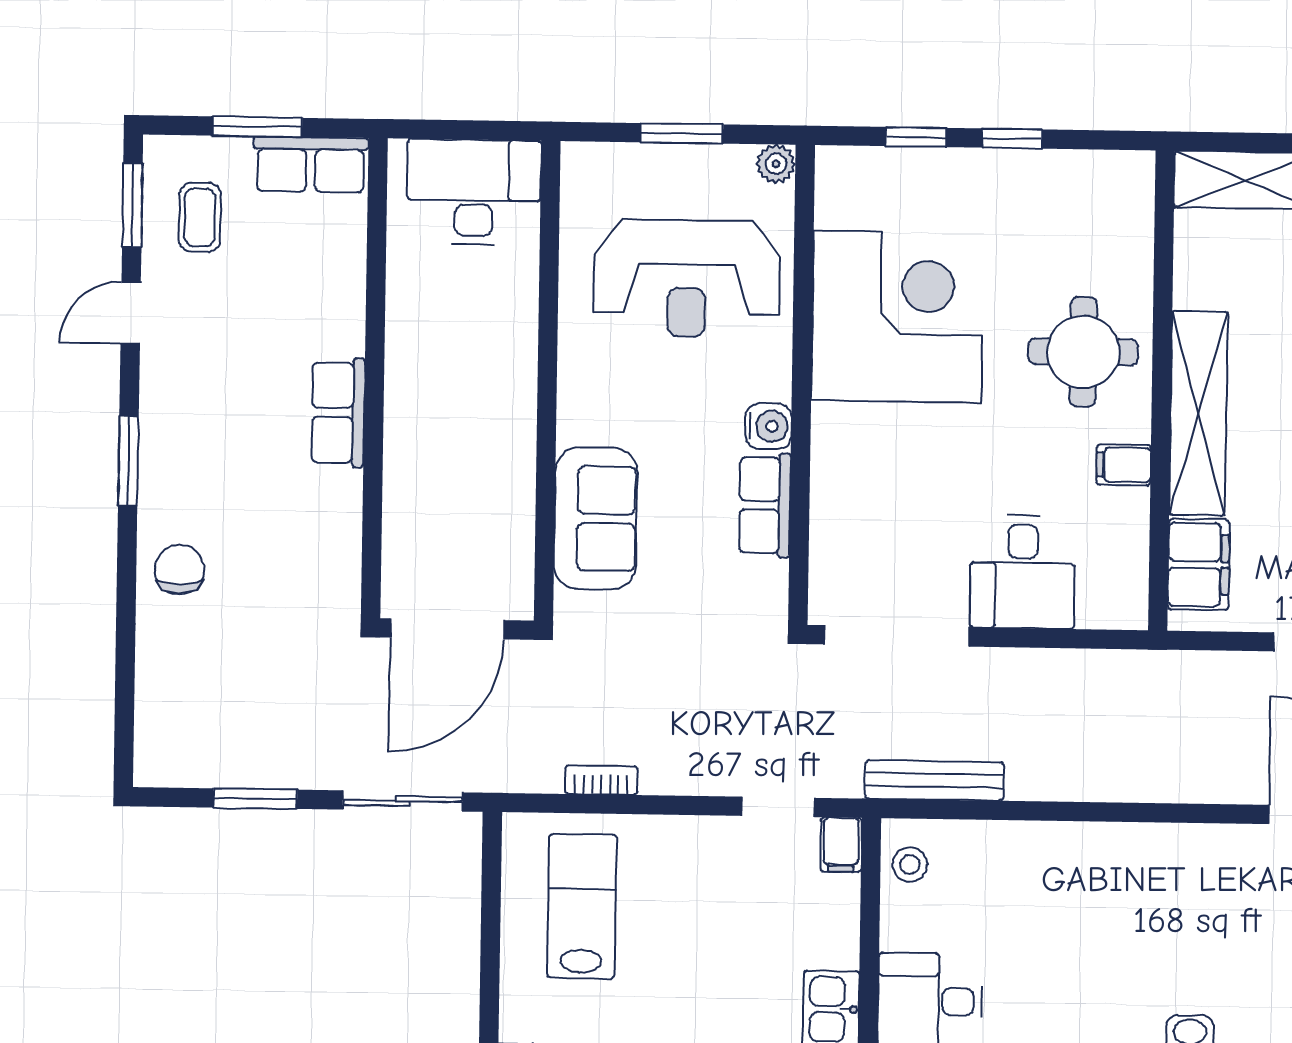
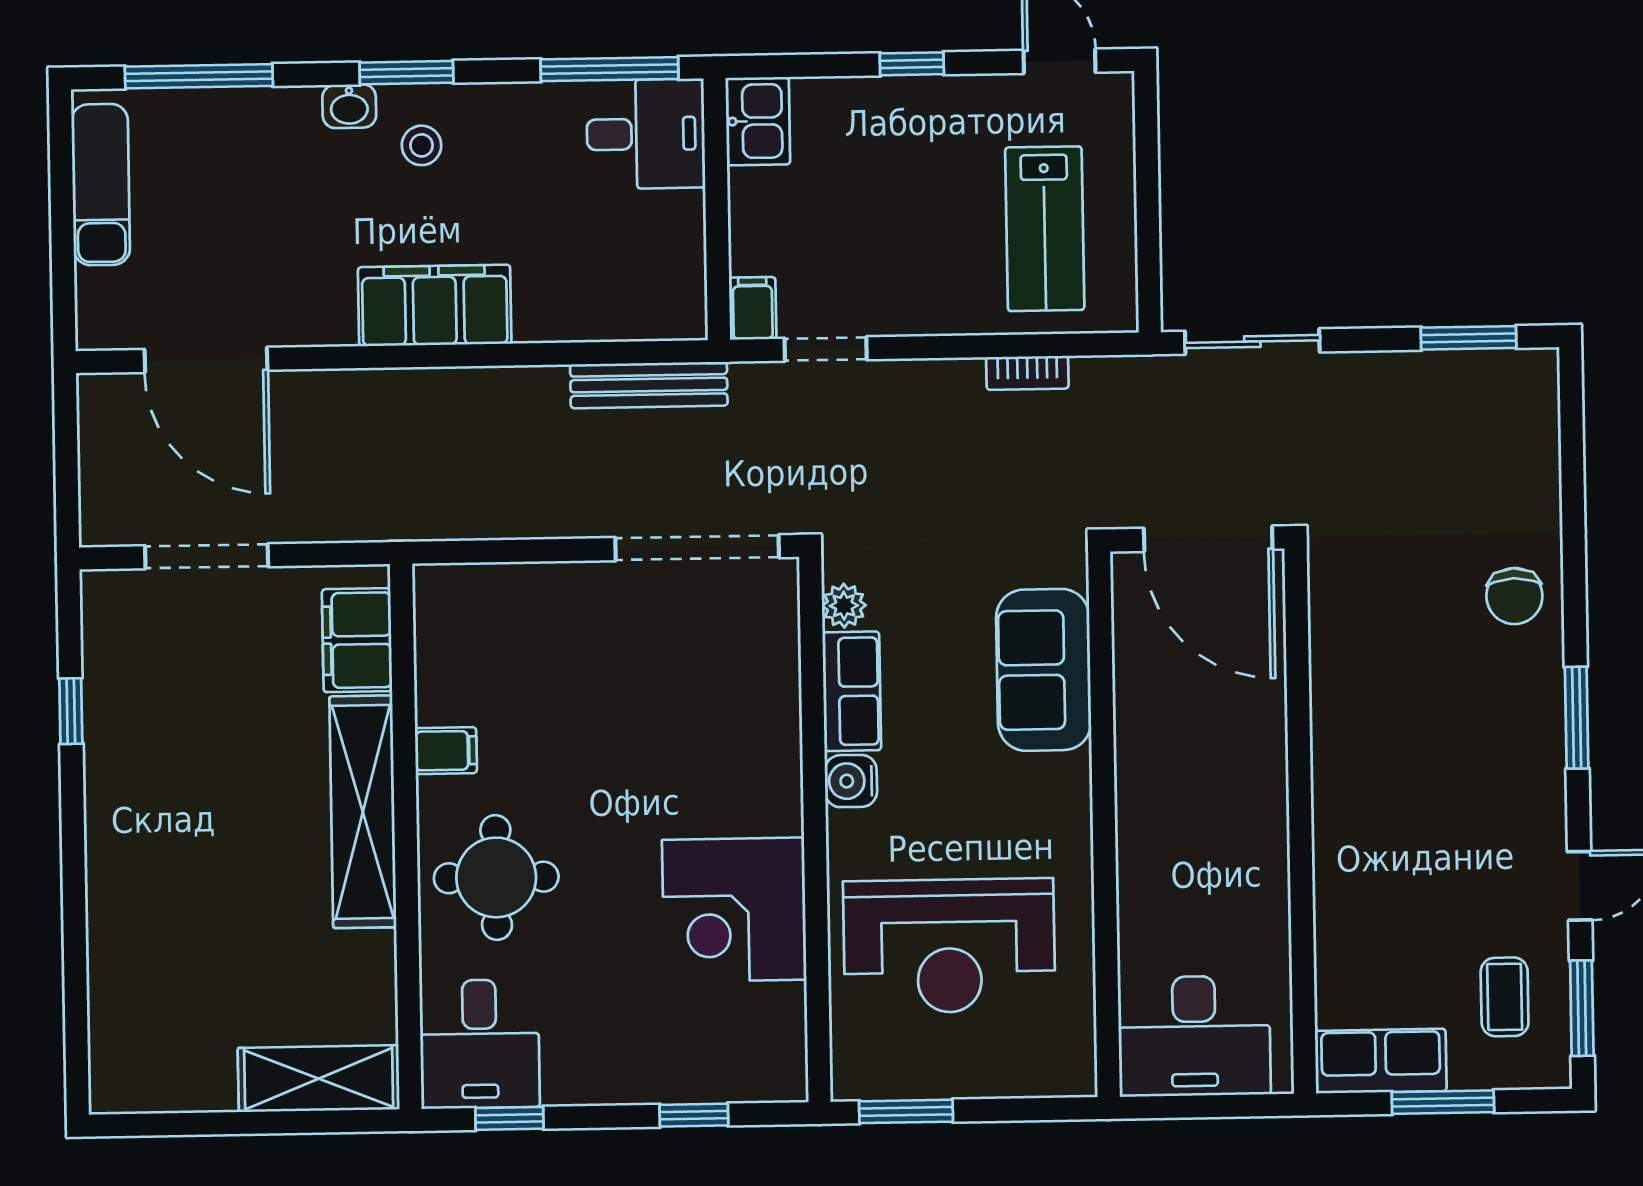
window: (682, 133) -> (906, 1111), moved
window: (1012, 139) -> (509, 1118), moved
plant: (776, 164) -> (844, 606), moved
reception desk: (687, 278) -> (949, 946), turned 180
corner desk: (897, 317) -> (734, 910), width x0.74, depth x0.74
row of seats: (338, 413) -> (1340, 780), removed
desk: (1023, 572) -> (480, 1044), moved, turned 180
door: (447, 629) -> (1208, 539), swing flipped
window: (255, 799) -> (1469, 338), moved
filing cabinet: (1121, 857) -> (435, 305), added
stool: (910, 864) -> (422, 145), moved

